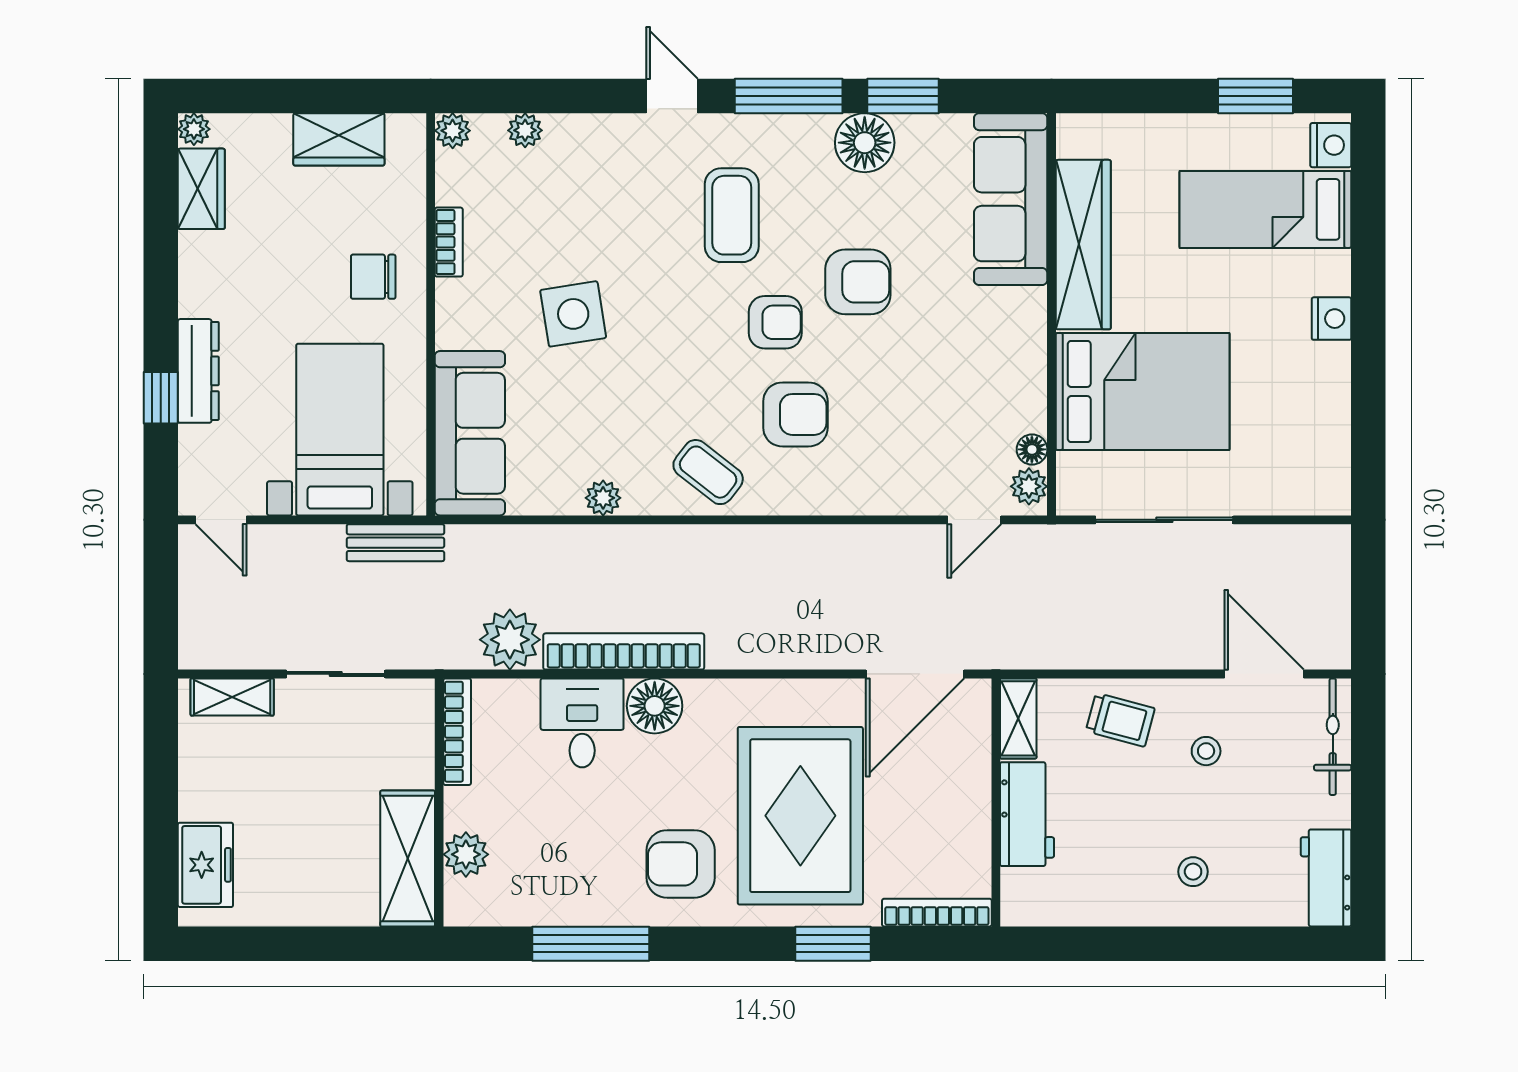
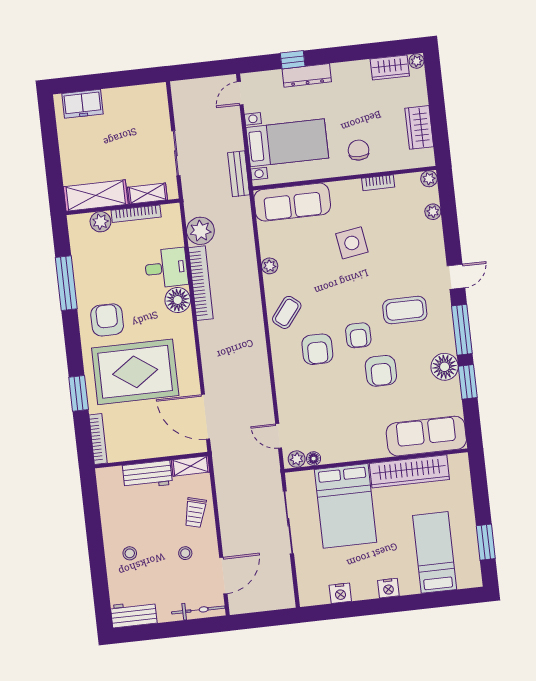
nightstand: (1331, 145) -> (340, 593), moved
shelving: (232, 697) -> (148, 194), moved, turned 90
bookcase: (457, 732) -> (136, 214), moved

